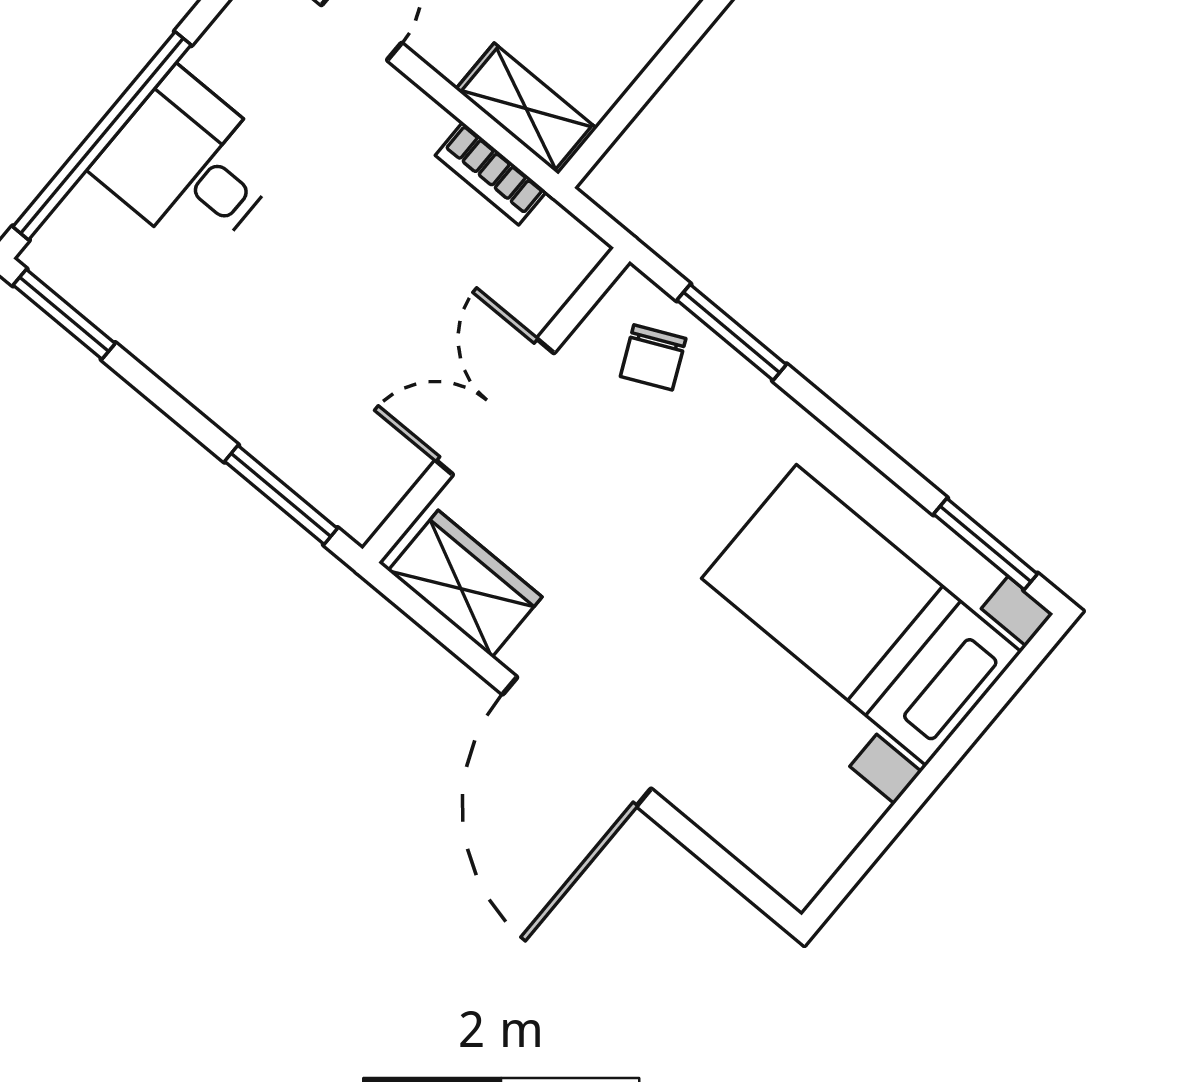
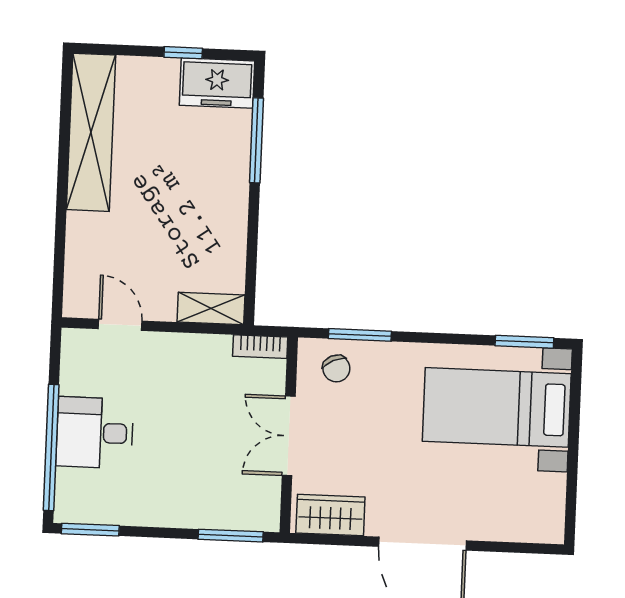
bookcase: (491, 174) -> (260, 347), moved

